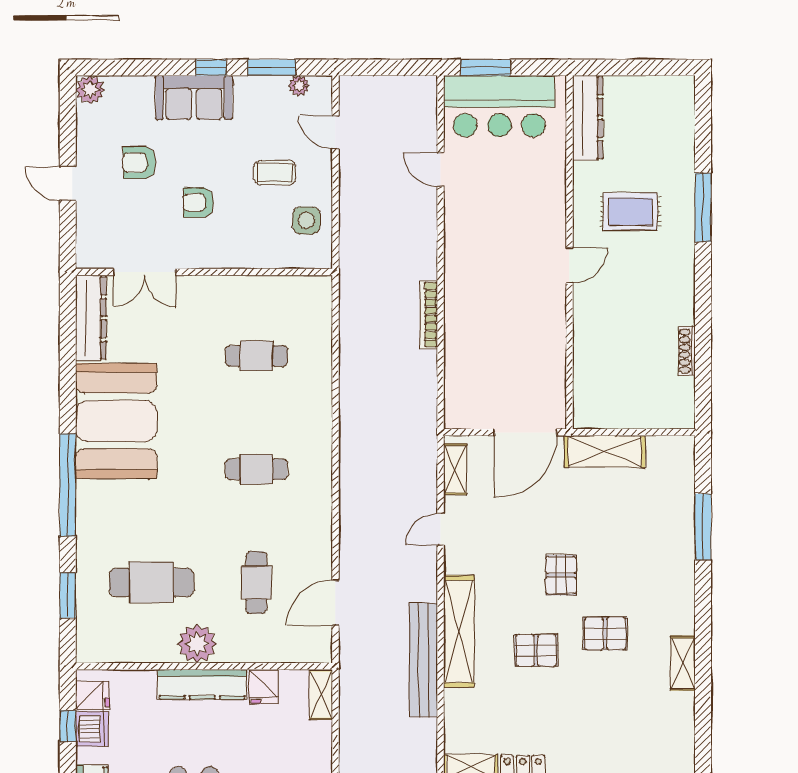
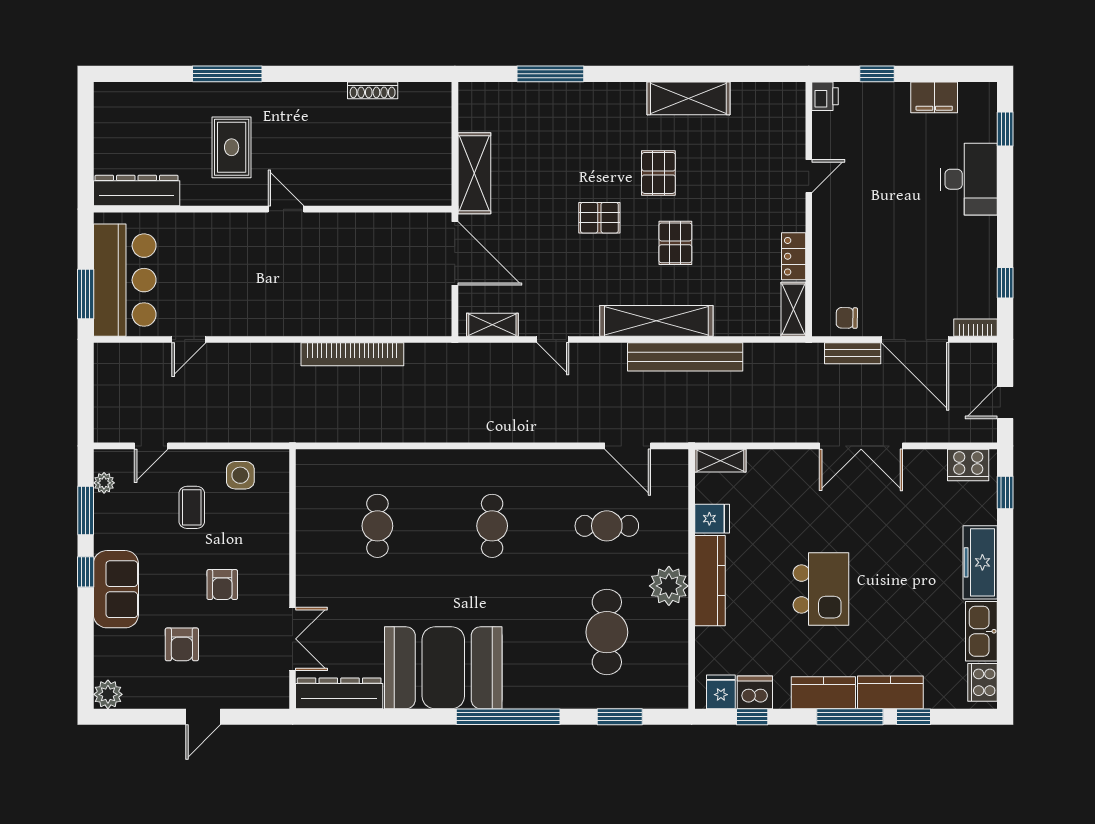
bookcase: (429, 315) -> (352, 354), width x1.48, depth x1.31
shelving: (683, 663) -> (688, 98), width x1.50, depth x1.33

